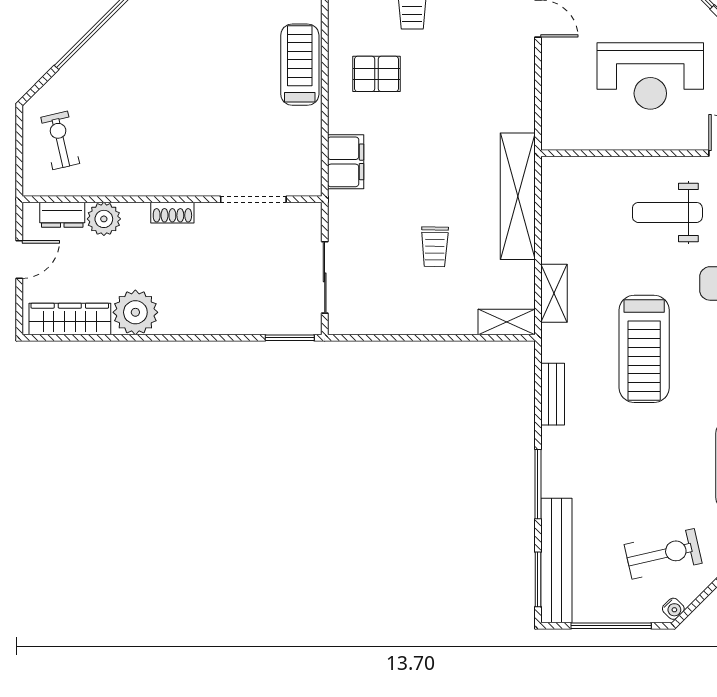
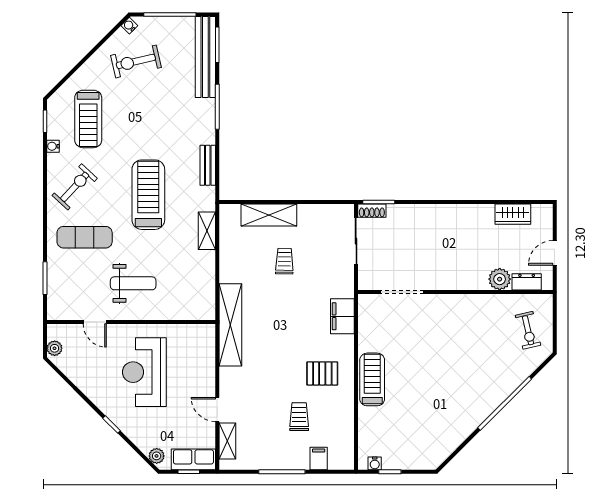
treadmill: (300, 65) -> (372, 379), turned 180
reception desk: (650, 76) -> (144, 372), turned -90
shelving: (518, 196) -> (230, 325), moved
shoe rack: (172, 213) -> (372, 211), moved, turned 180
plant: (135, 312) -> (479, 218), removed
wardrobe: (70, 319) -> (513, 214), width x0.67
shelving: (507, 322) -> (269, 215), moved, width x1.50, depth x1.33

